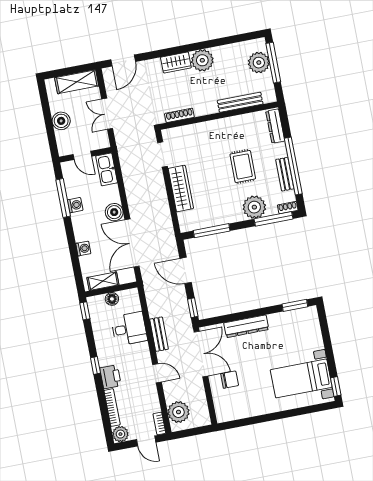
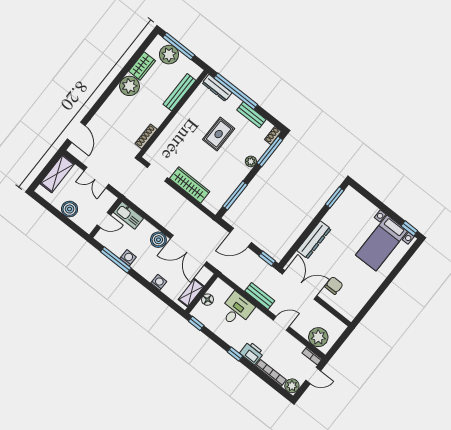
wardrobe: (176, 62) -> (142, 66), moved
rug: (243, 166) -> (219, 134), turned 90
window: (293, 166) -> (236, 91), moved
plant: (254, 207) -> (251, 161), width x0.53, depth x0.53

